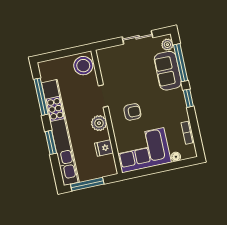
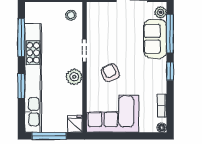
stool: (83, 66) -> (71, 15), width x0.53, depth x0.53
armchair: (132, 112) -> (110, 73), turned -116
fridge: (104, 148) -> (75, 124), moved, turned 90
floor lamp: (176, 157) -> (162, 128), moved

